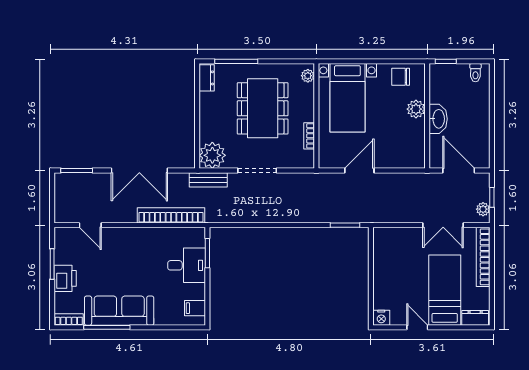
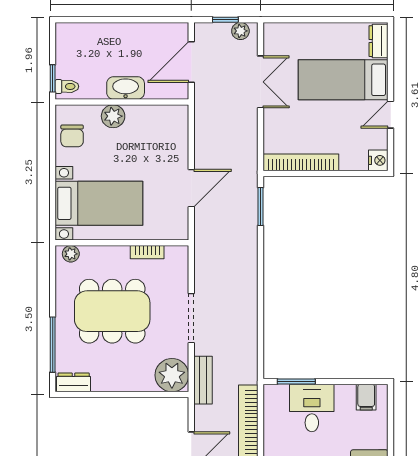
toilet: (475, 73) -> (67, 86), moved
door: (359, 171) -> (191, 188), swing flipped
bookcase: (483, 257) -> (301, 162), moved, turned 180

